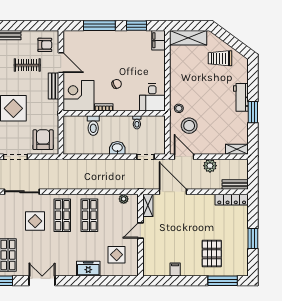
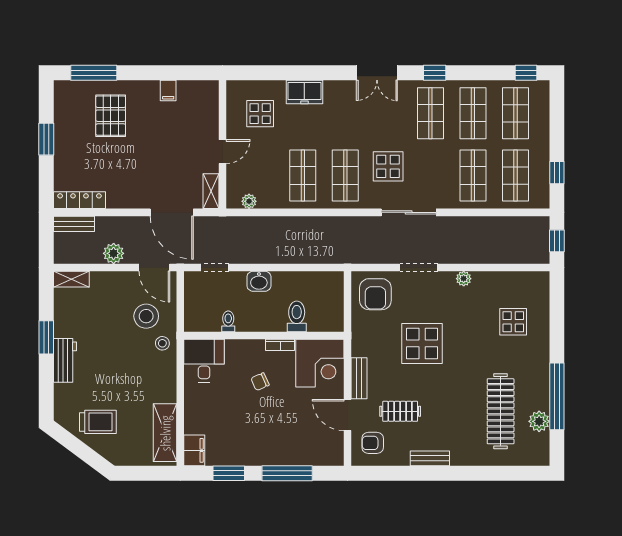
shelving: (188, 38) -> (165, 433), moved, turned 90

